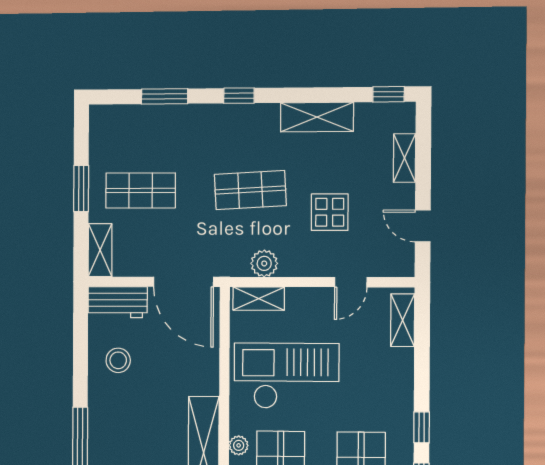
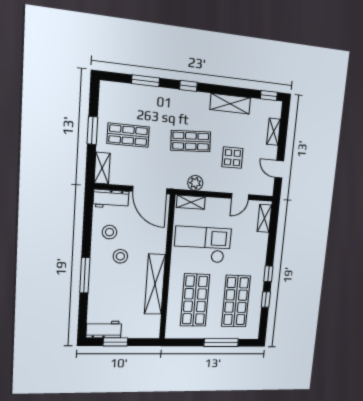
stool: (139, 403) -> (120, 256), added
plant: (239, 445) -> (174, 281), removed

